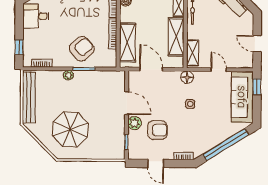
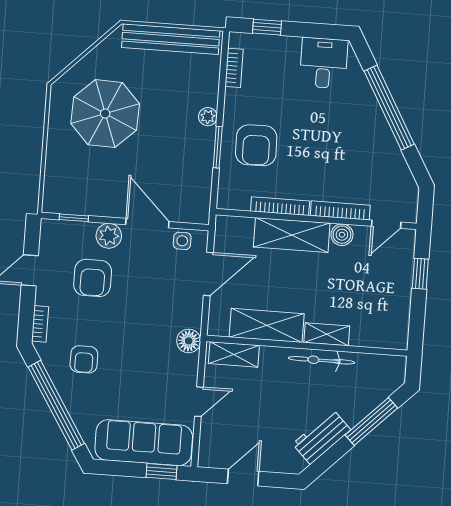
shelving: (128, 42) -> (292, 235), moved
armchair: (82, 49) -> (256, 145), turned 40
door: (127, 103) -> (147, 223), swing flipped
side table: (190, 104) -> (182, 241), moved
armchair: (201, 132) -> (84, 359), added

